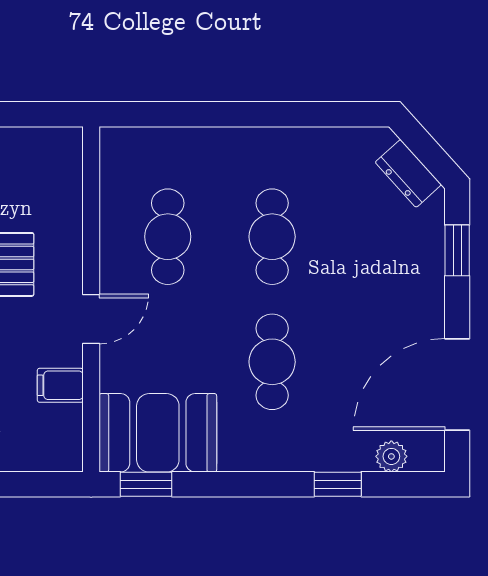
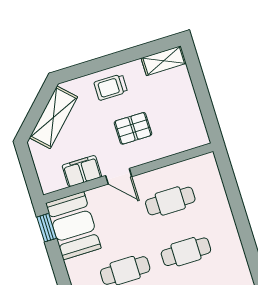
filing cabinet: (60, 385) -> (82, 171), width x2.00

